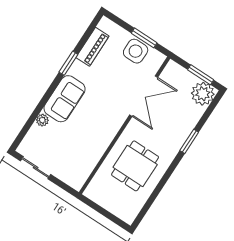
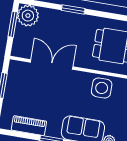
side table: (136, 51) -> (102, 88), moved

